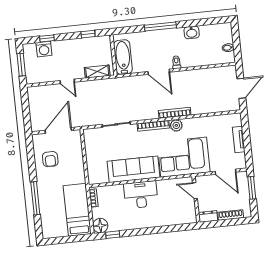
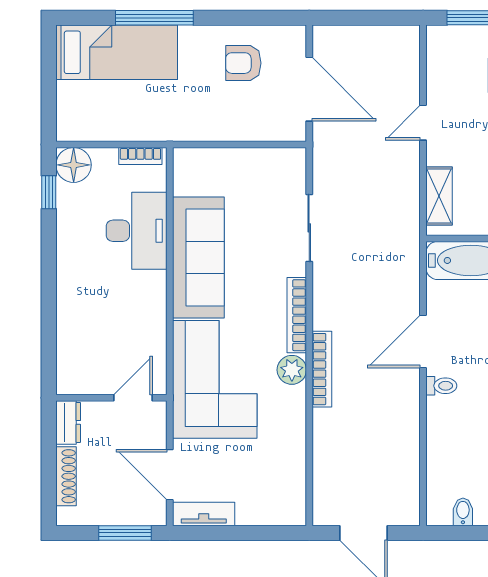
tv unit: (239, 139) -> (204, 514), moved
door: (225, 172) -> (170, 475), hinge flipped
desk: (141, 195) -> (137, 231), moved
bed: (77, 210) -> (117, 52), moved

